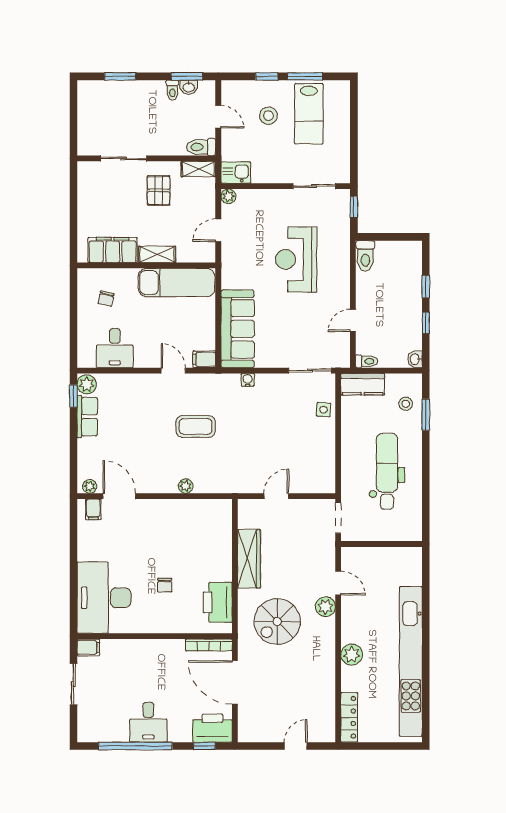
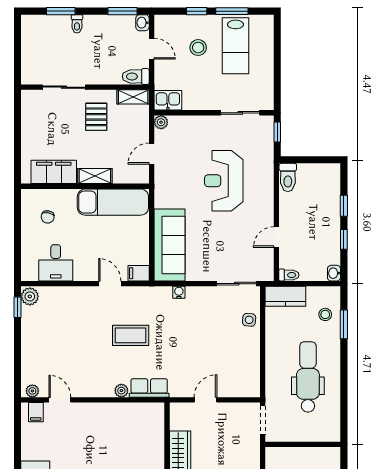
washbasin: (189, 87) -> (142, 23), moved, turned 90
toilet: (172, 90) -> (77, 24), moved
row of seats: (87, 417) -> (149, 388), moved, turned -90
door: (119, 496) -> (60, 400), width x0.73

